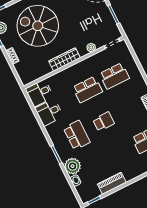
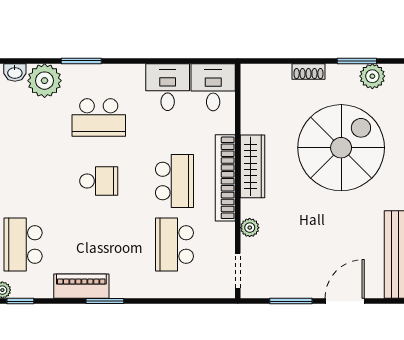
bookcase: (75, 69) -> (225, 178), added
school desk: (87, 89) -> (174, 181), turned 180
school desk: (104, 122) -> (99, 181), turned -90

